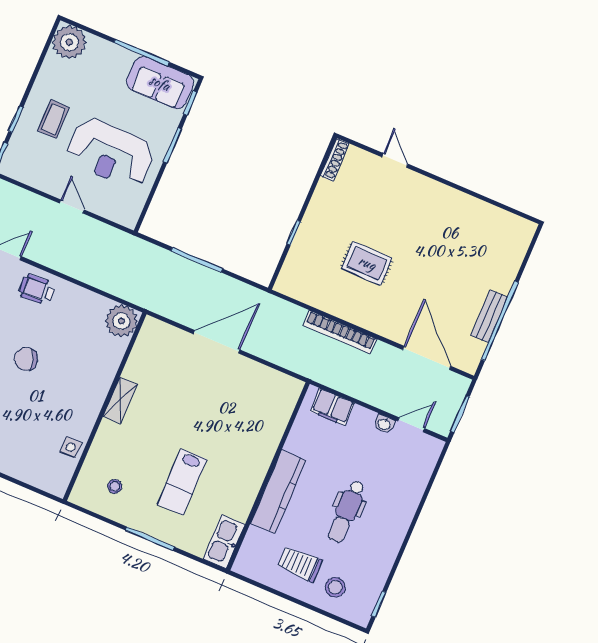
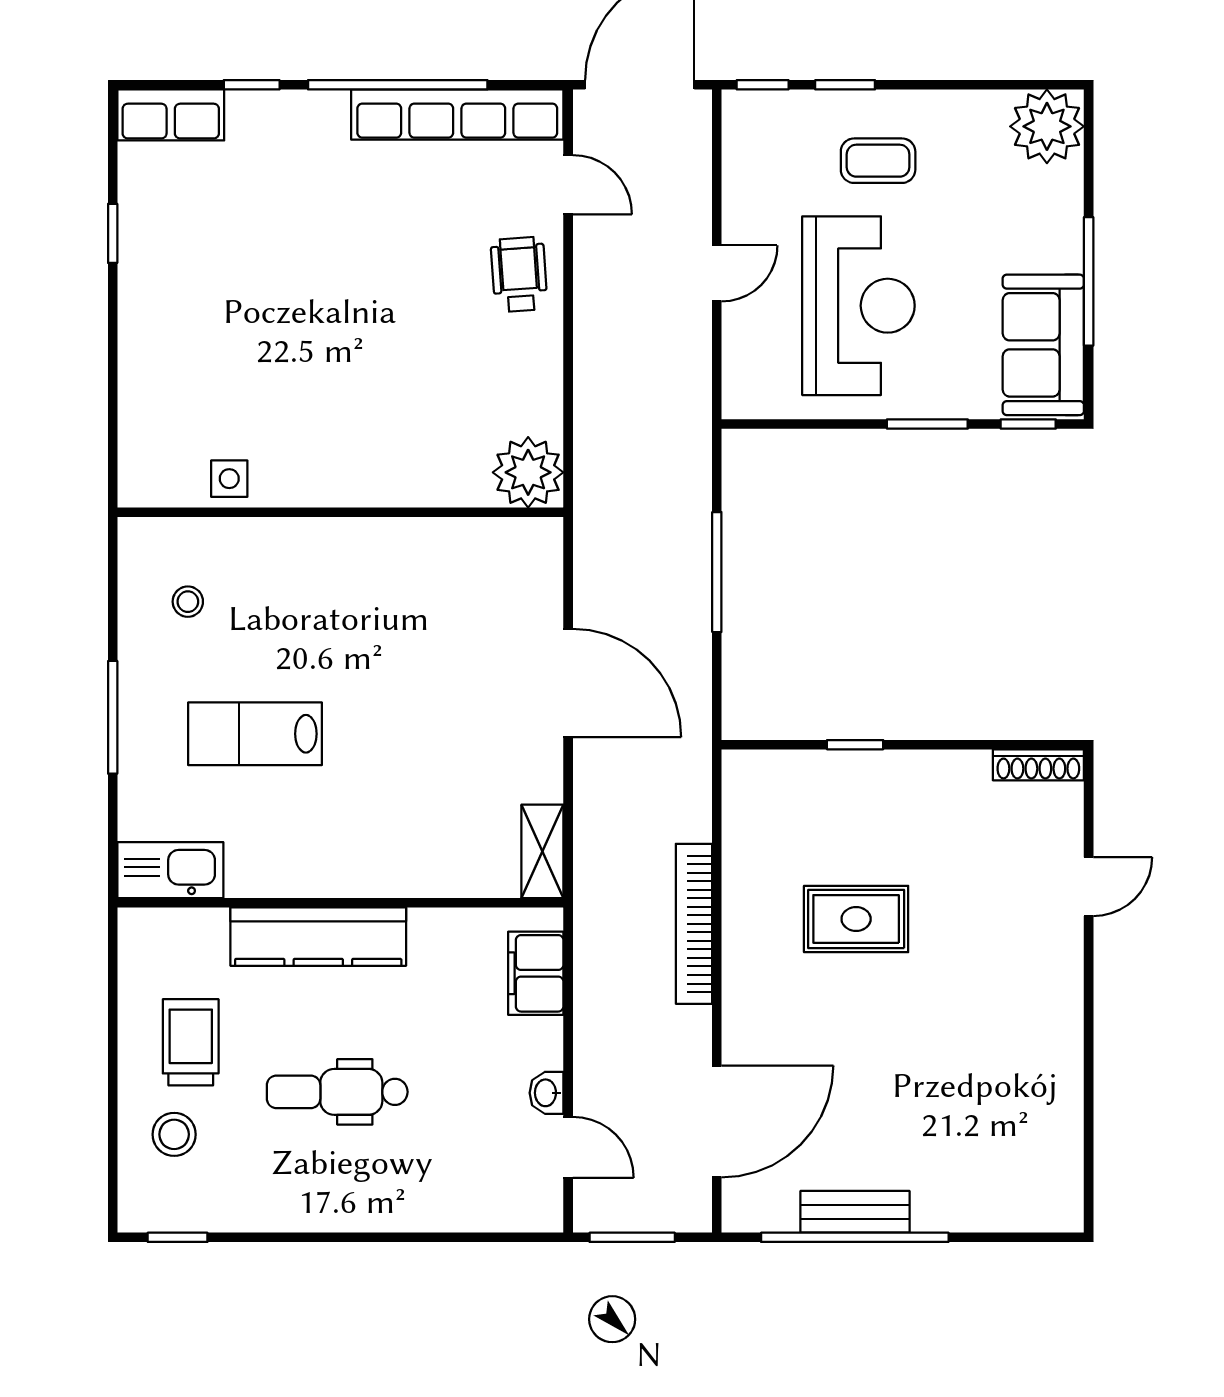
reception desk: (111, 153) -> (858, 306), turned 180
rug: (367, 263) -> (856, 919), turned 90
chair: (26, 359) -> (369, 312), removed
shelving: (120, 400) -> (542, 851), moved, turned 90

